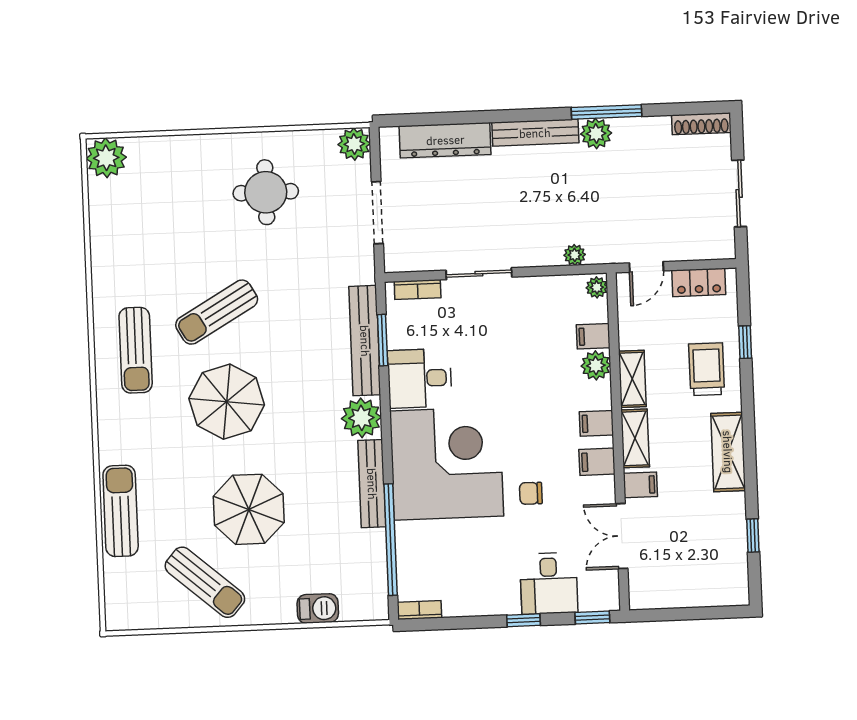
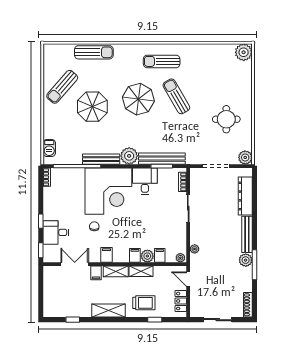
filing cabinet: (596, 423) -> (135, 255), moved
barbecue: (318, 608) -> (49, 148), moved

